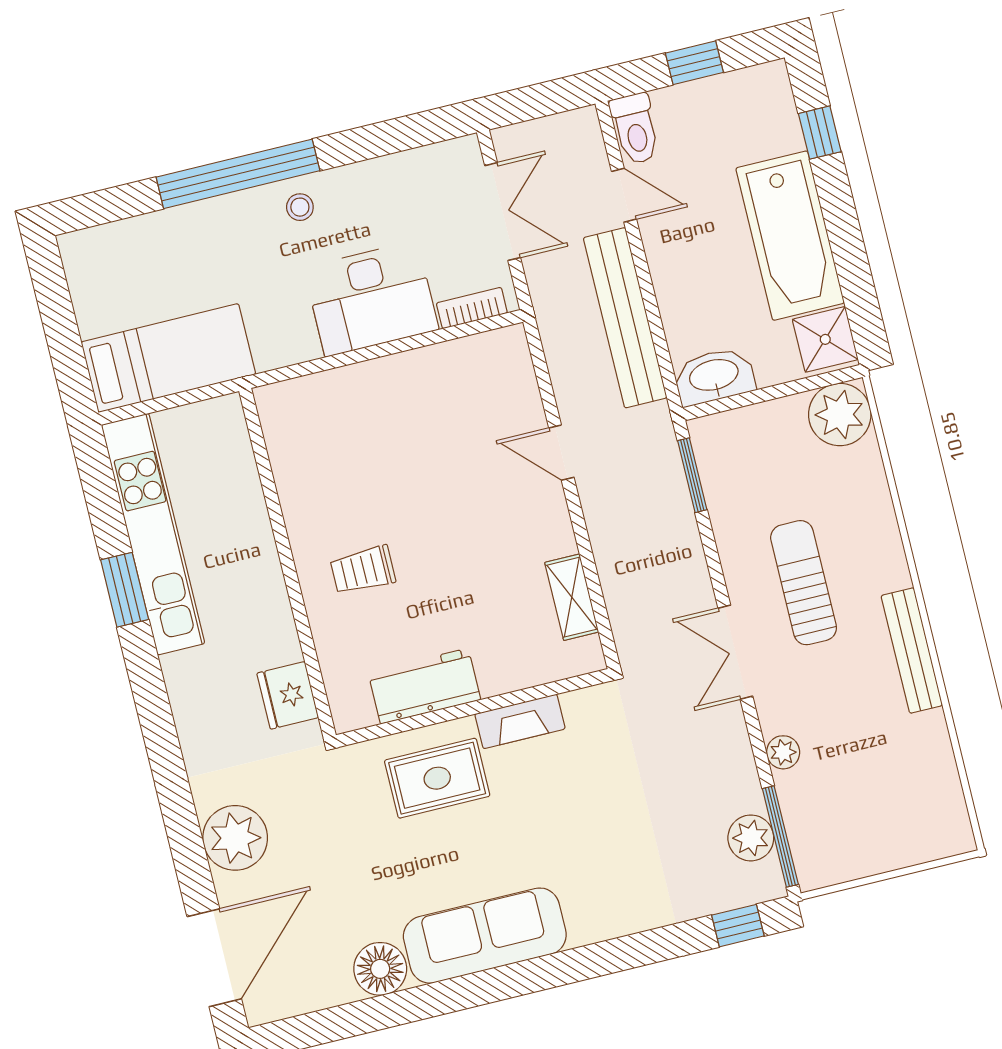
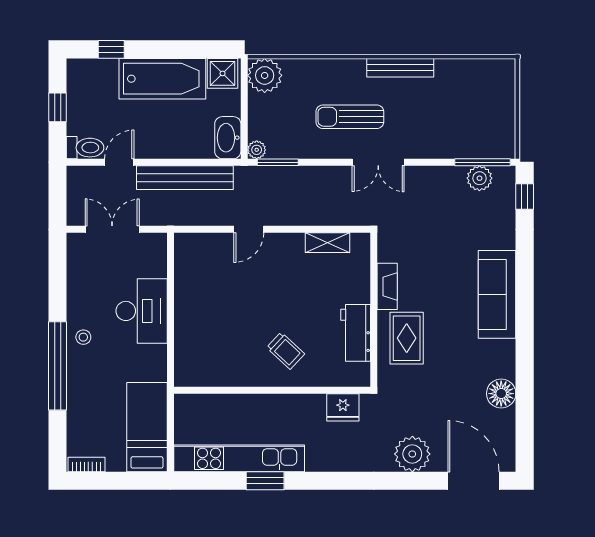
bookcase: (472, 308) -> (87, 464), moved, turned 90
trolley: (363, 570) -> (286, 351), turned -47
plant: (783, 752) -> (257, 150), moved
sofa: (485, 936) -> (497, 294), moved

